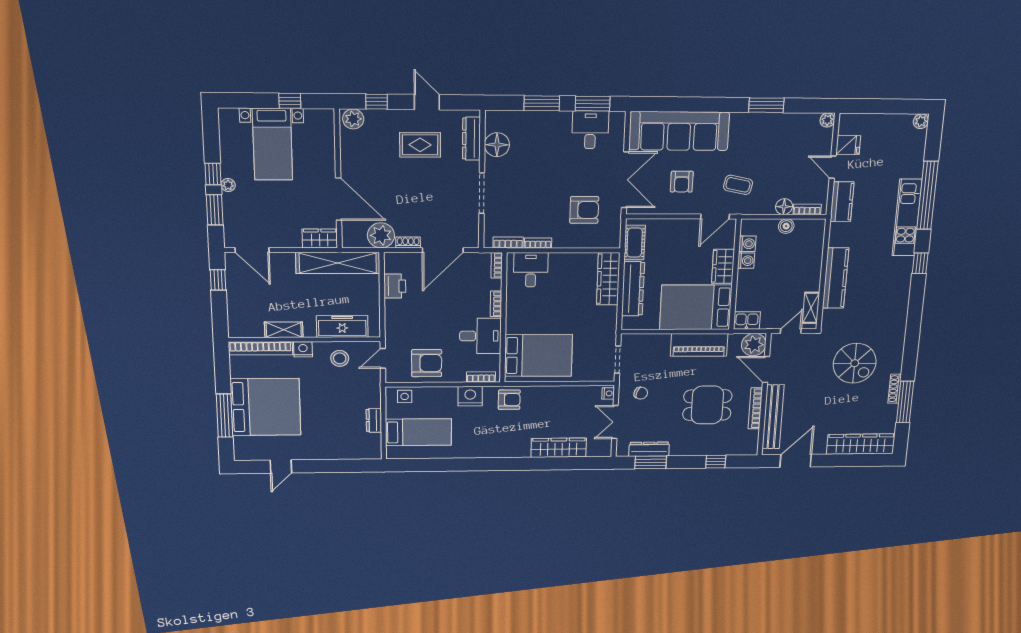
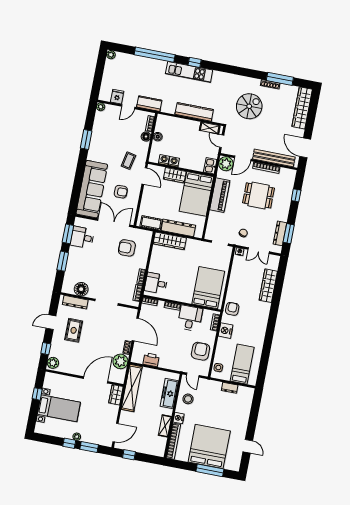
armchair: (584, 210) -> (127, 248), turned -90
kitchen unit: (907, 218) -> (189, 72), moved
dining table: (707, 405) -> (259, 195), turned 90

